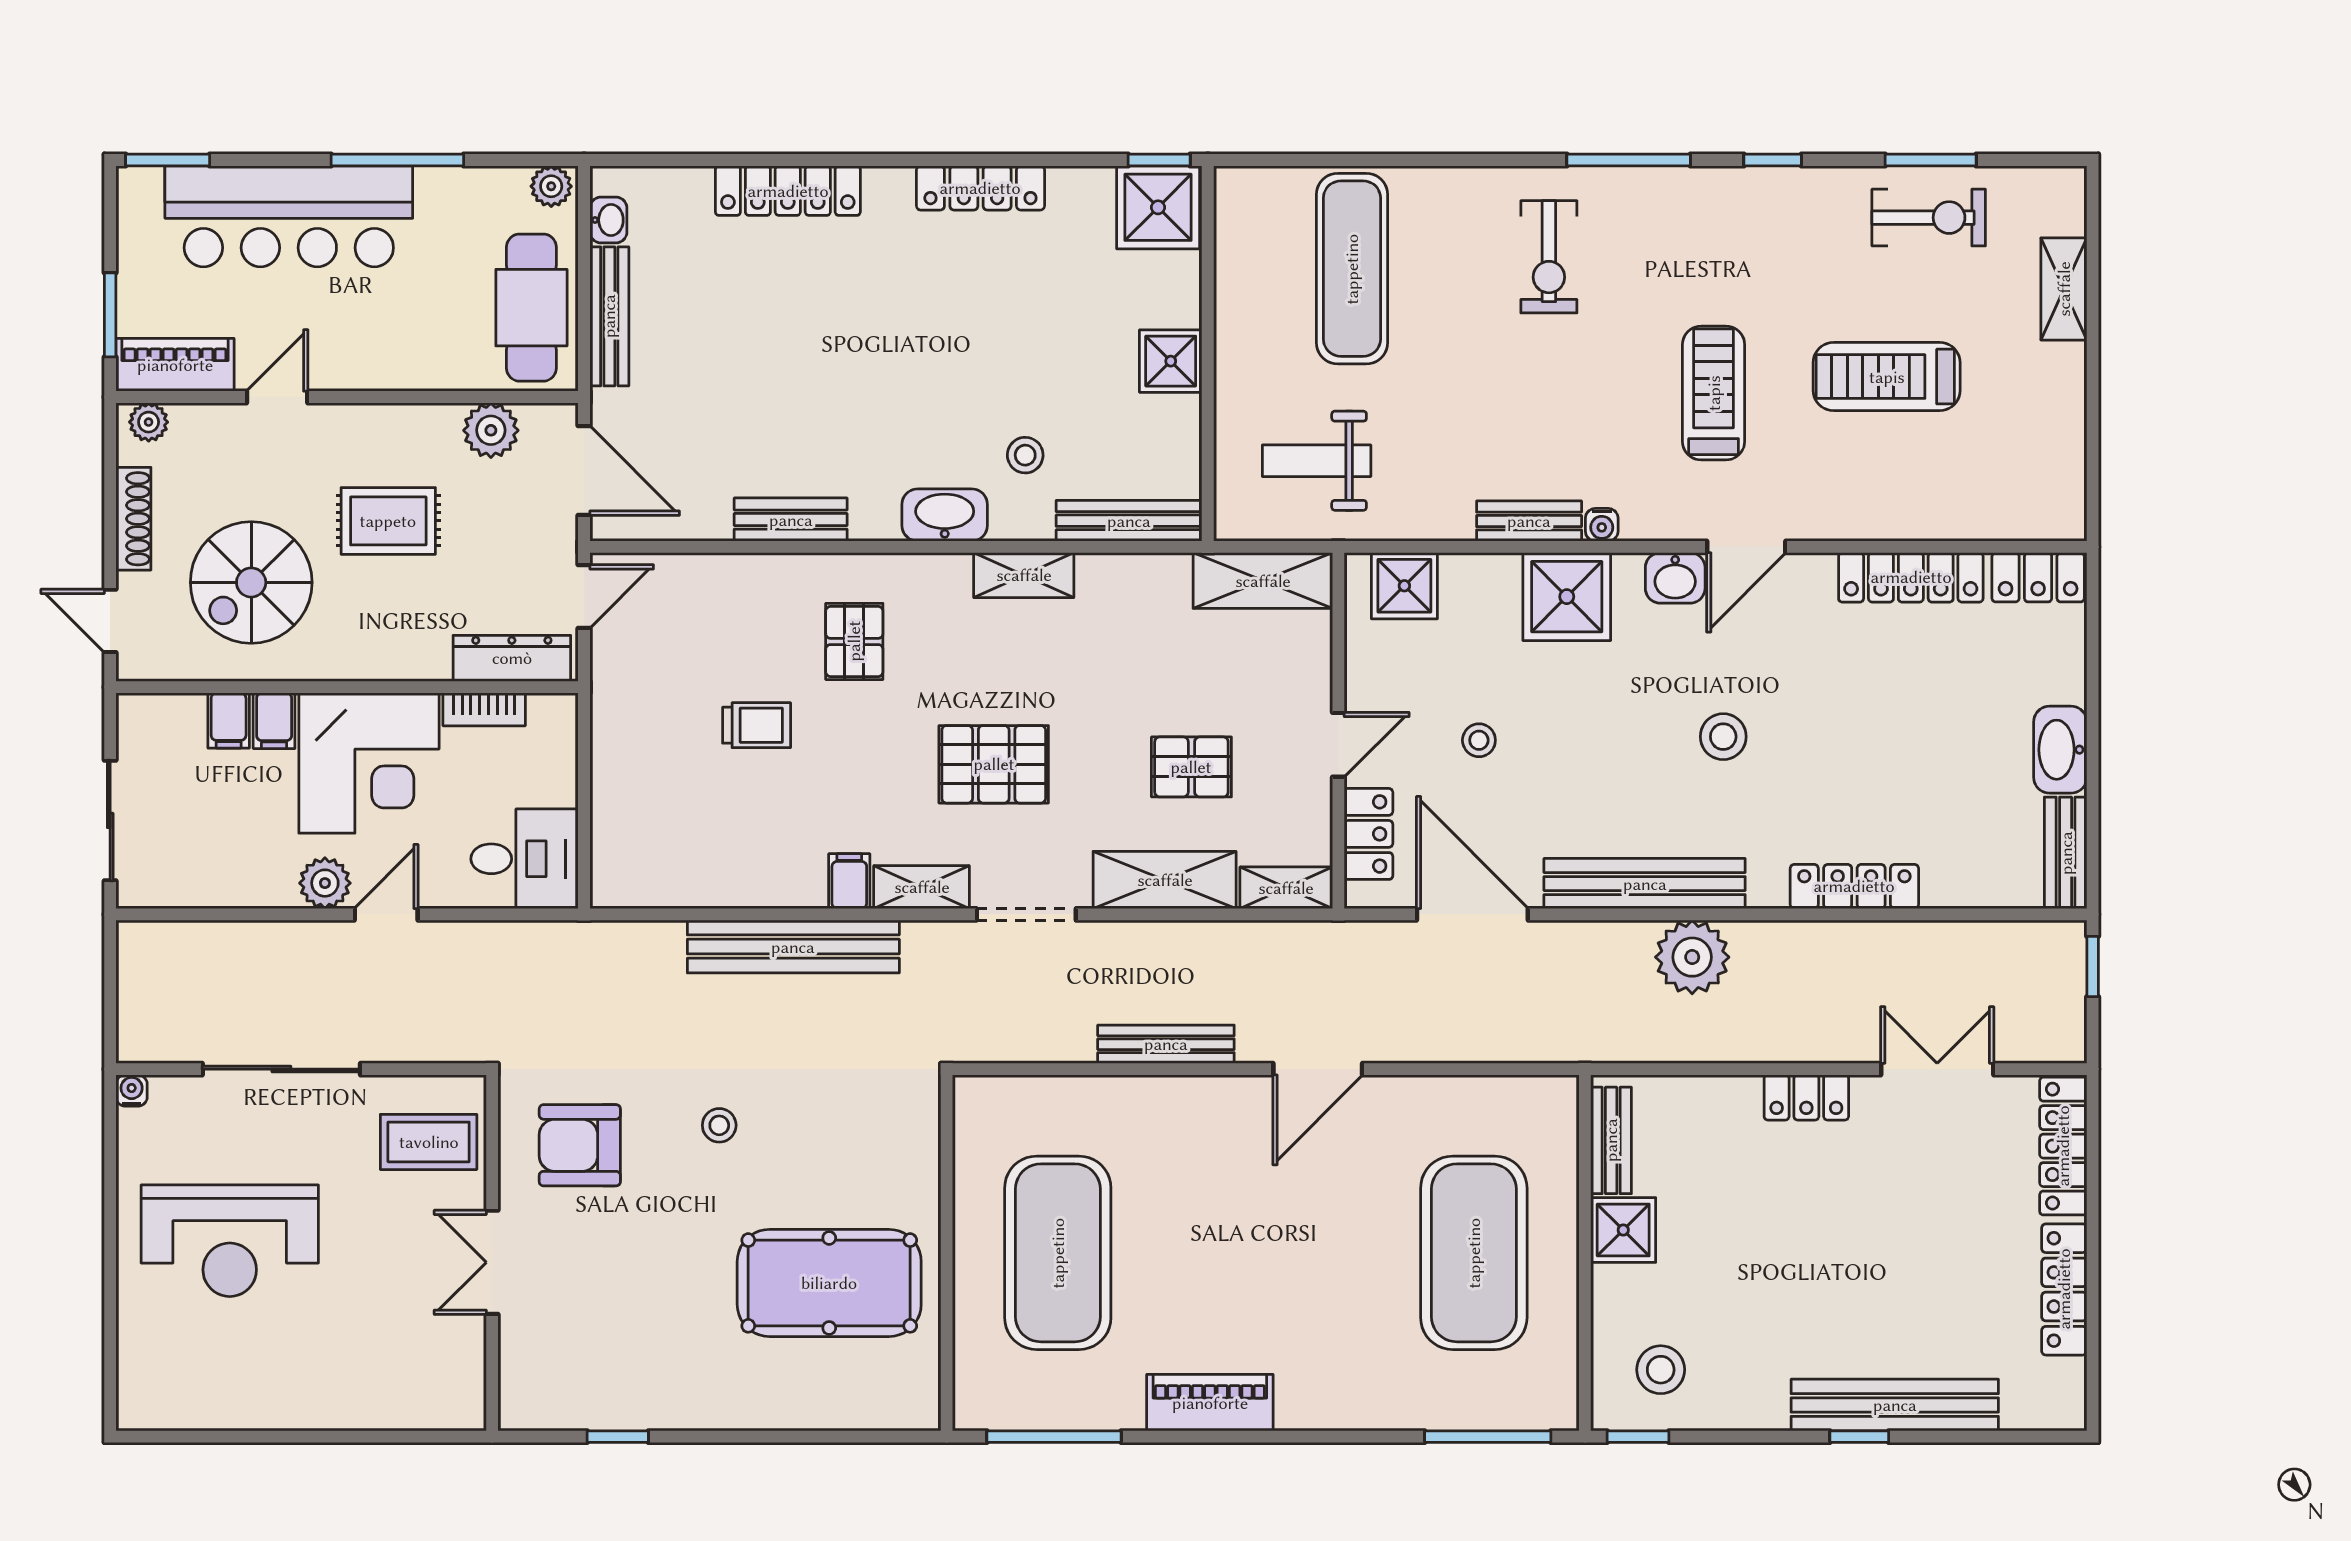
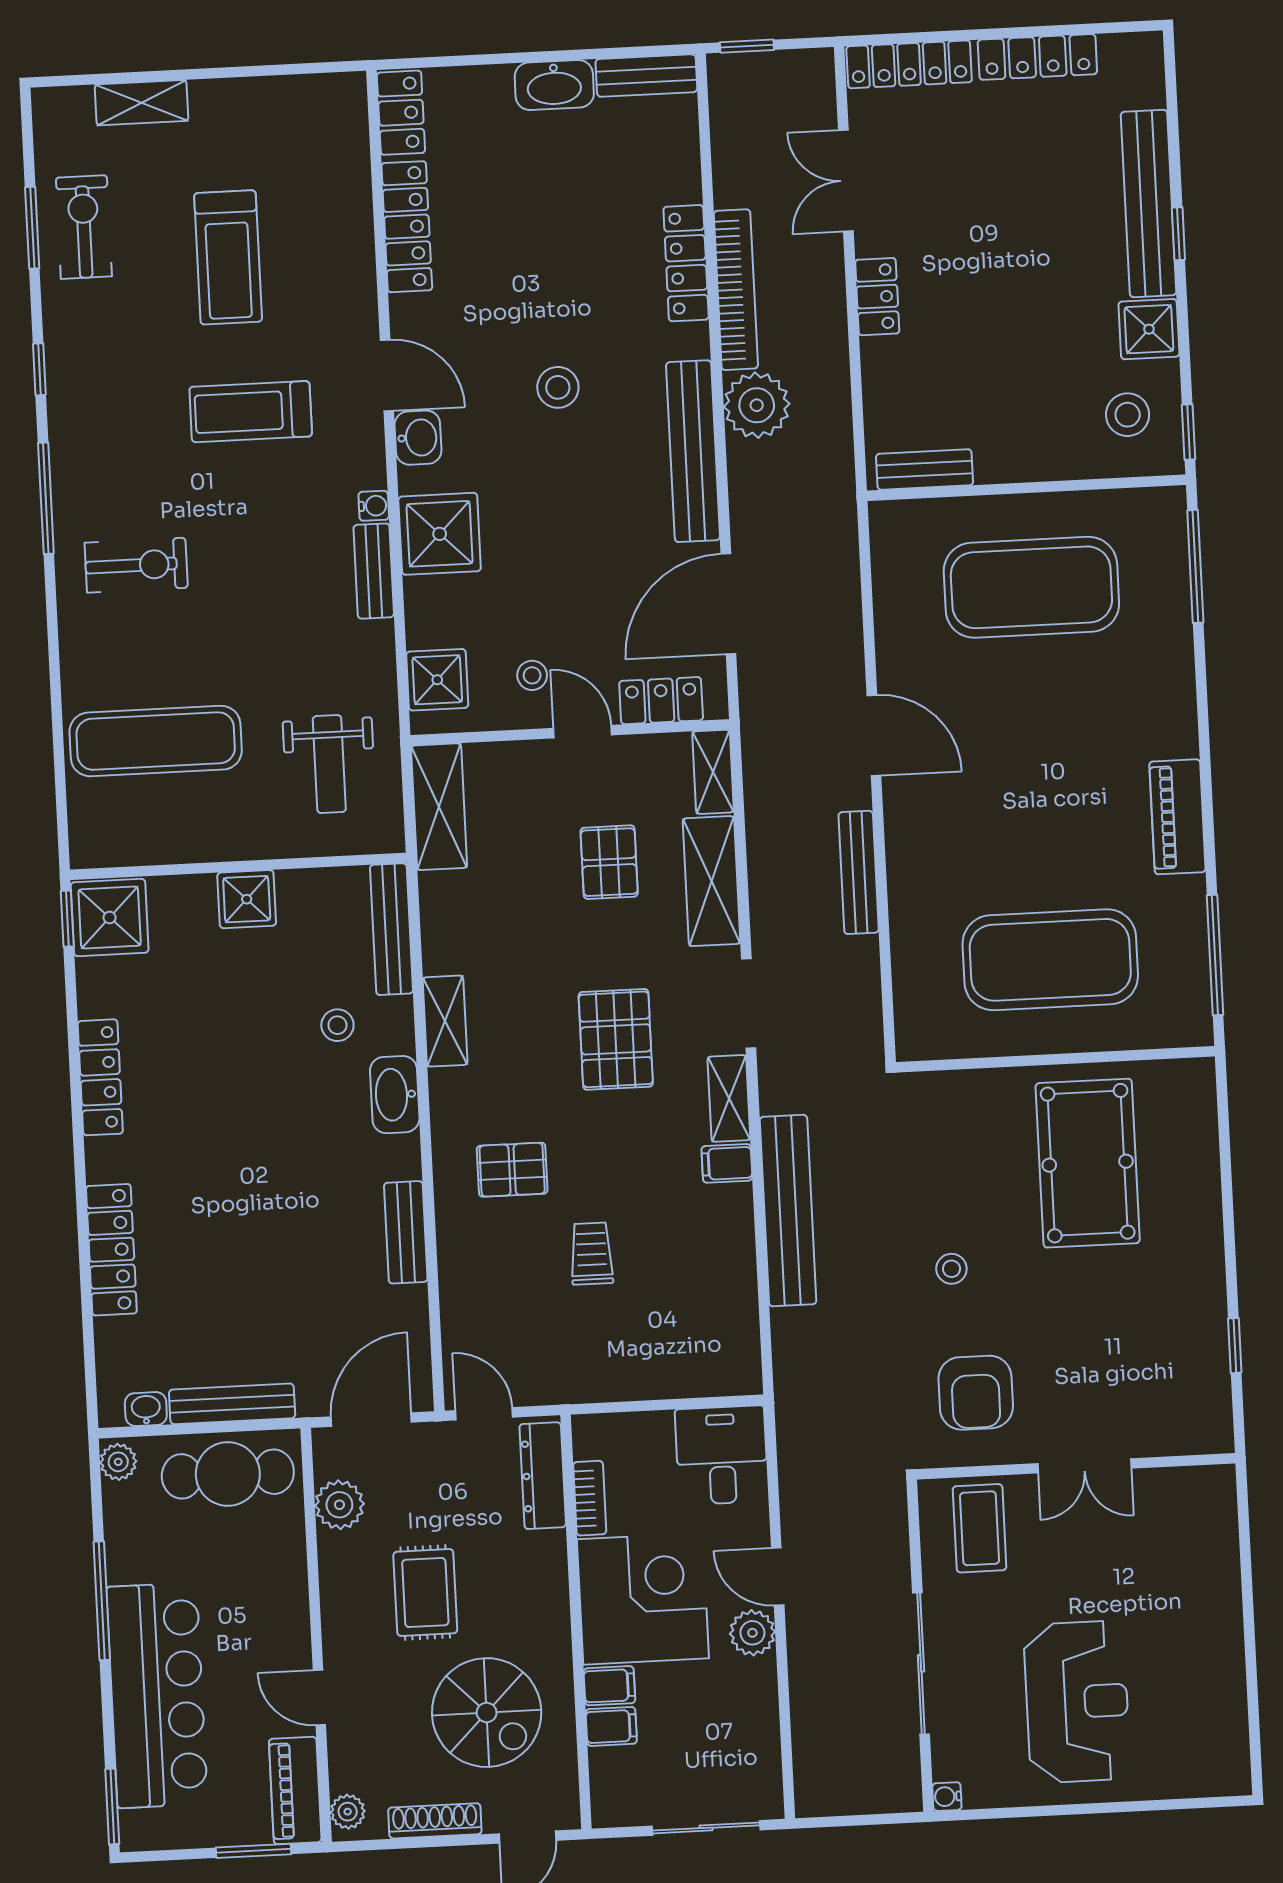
stool: (1479, 740) -> (532, 675), moved
bookcase: (1822, 940) -> (736, 290), added
shower: (1623, 1230) -> (1149, 329), moved

